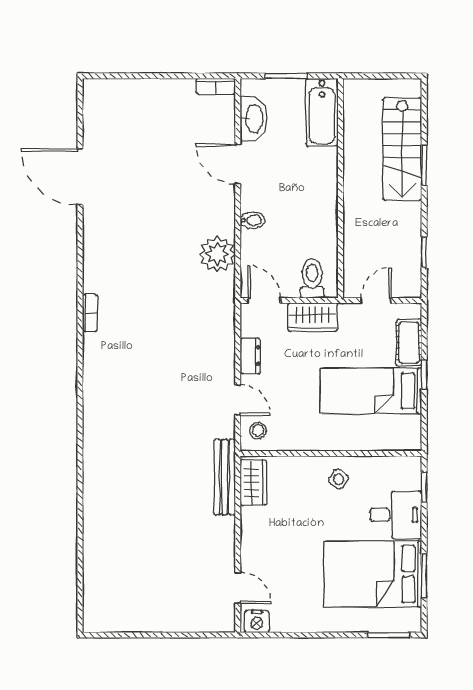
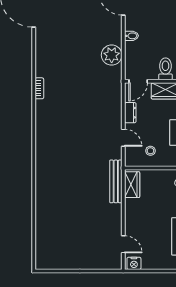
door: (264, 300) -> (138, 81), swing flipped
stool: (258, 430) -> (150, 151), moved

